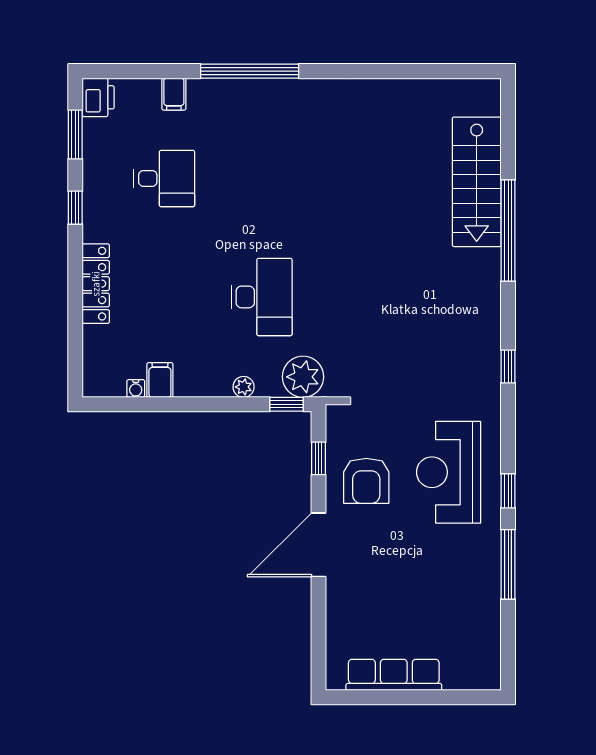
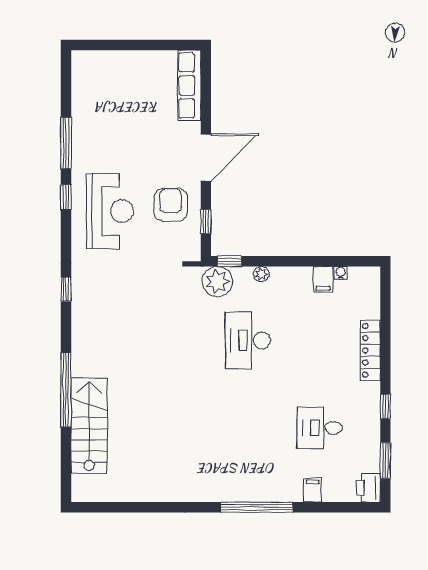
row of seats: (394, 675) -> (189, 85), moved, turned 90

